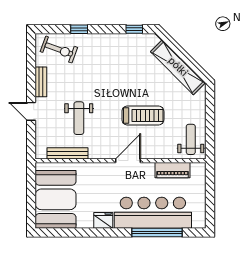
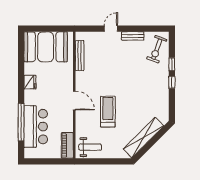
window: (134, 29) -> (172, 82), moved
treadmill: (143, 115) -> (108, 112), turned 180
weight bench: (79, 118) -> (106, 64), removed
piano: (173, 170) -> (67, 145), moved
bar counter: (153, 213) -> (36, 127), width x0.73

